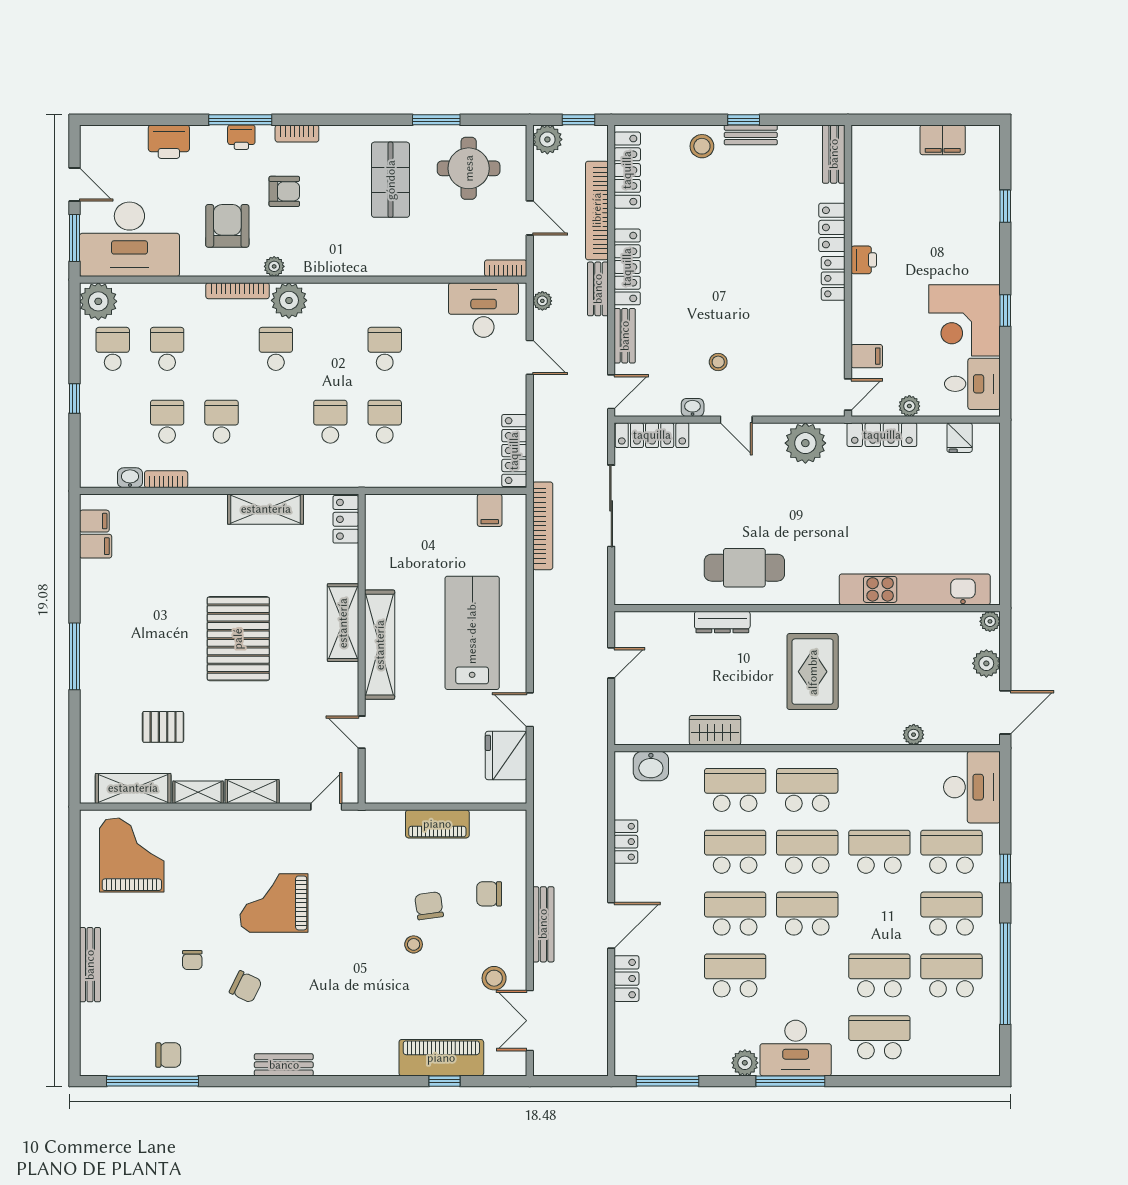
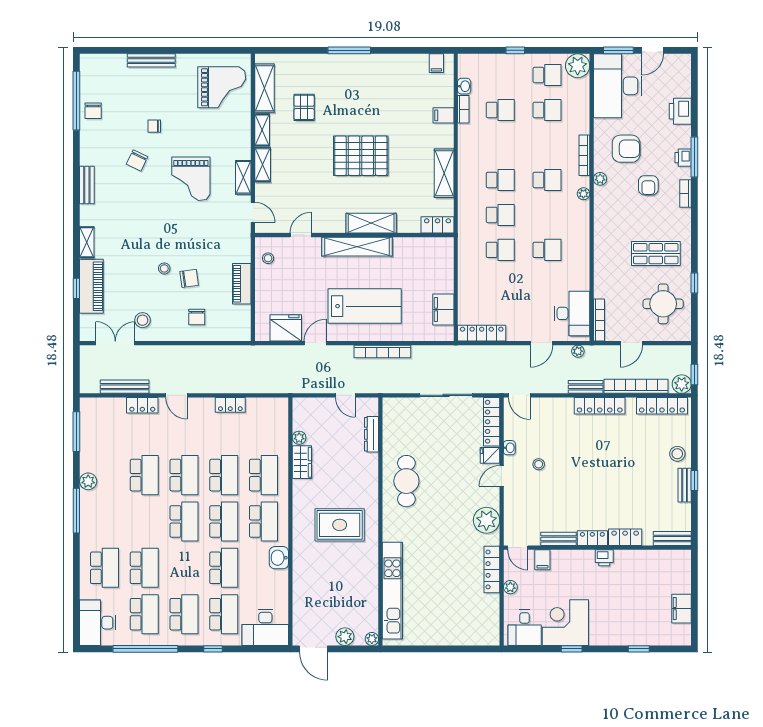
window: (436, 120) -> (694, 283), width x0.67
plant: (547, 139) -> (682, 384), moved
bookcase: (506, 268) -> (599, 320), width x1.56
plant: (289, 300) -> (583, 194), width x0.53, depth x0.53
bench: (625, 336) -> (558, 539), moved
school desk: (222, 422) -> (500, 180), moved
fridge: (960, 438) -> (490, 455), moved
filing cabinet: (490, 510) -> (443, 309), width x2.00
bookcase: (543, 526) -> (382, 351), moved
filing cabinet: (96, 546) -> (443, 115), moved, turned 90
dresser: (722, 622) -> (372, 434), moved
plant: (914, 735) -> (299, 438), moved
washbasin: (651, 766) -> (279, 558), moved
stool: (398, 783) -> (268, 258), added
shelving: (272, 822) -> (243, 177), added
chair: (489, 894) -> (197, 317), turned 180
grand piano: (274, 903) -> (191, 179), turned 180
bench: (543, 924) -> (125, 387), moved
door: (611, 925) -> (176, 395), width x0.73
desk: (796, 1048) -> (98, 623), moved
shelving: (373, 1065) -> (87, 242), added

